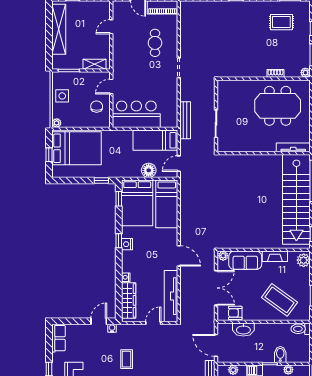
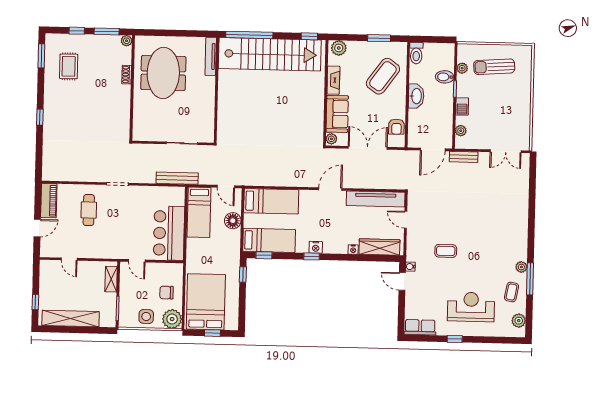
cafe table: (155, 43) -> (89, 210), turned 90
chair: (97, 107) -> (167, 293), moved
plant: (57, 123) -> (172, 319), width x1.88, depth x1.88
bed: (137, 203) -> (269, 240), width x0.67
washbasin: (243, 330) -> (416, 96), moved

